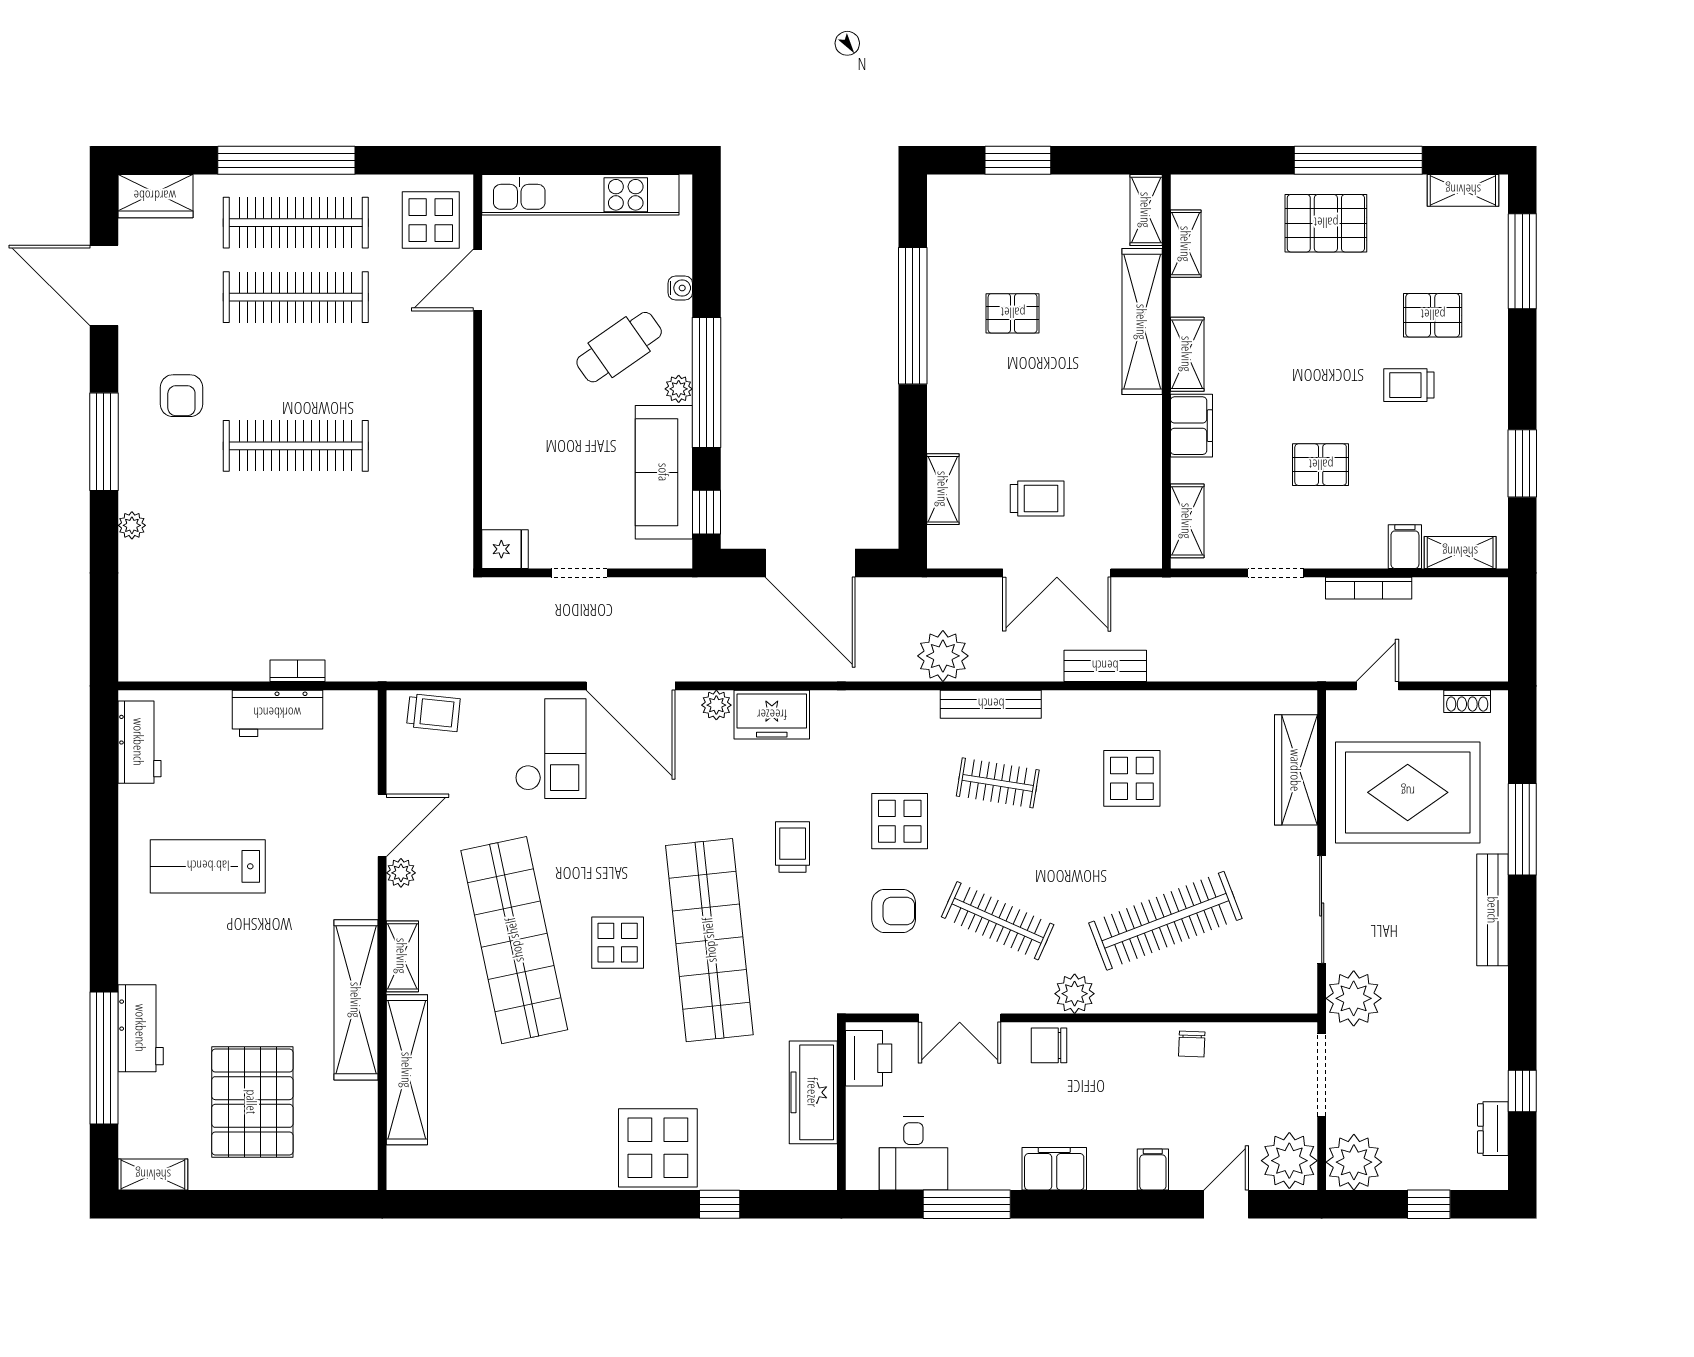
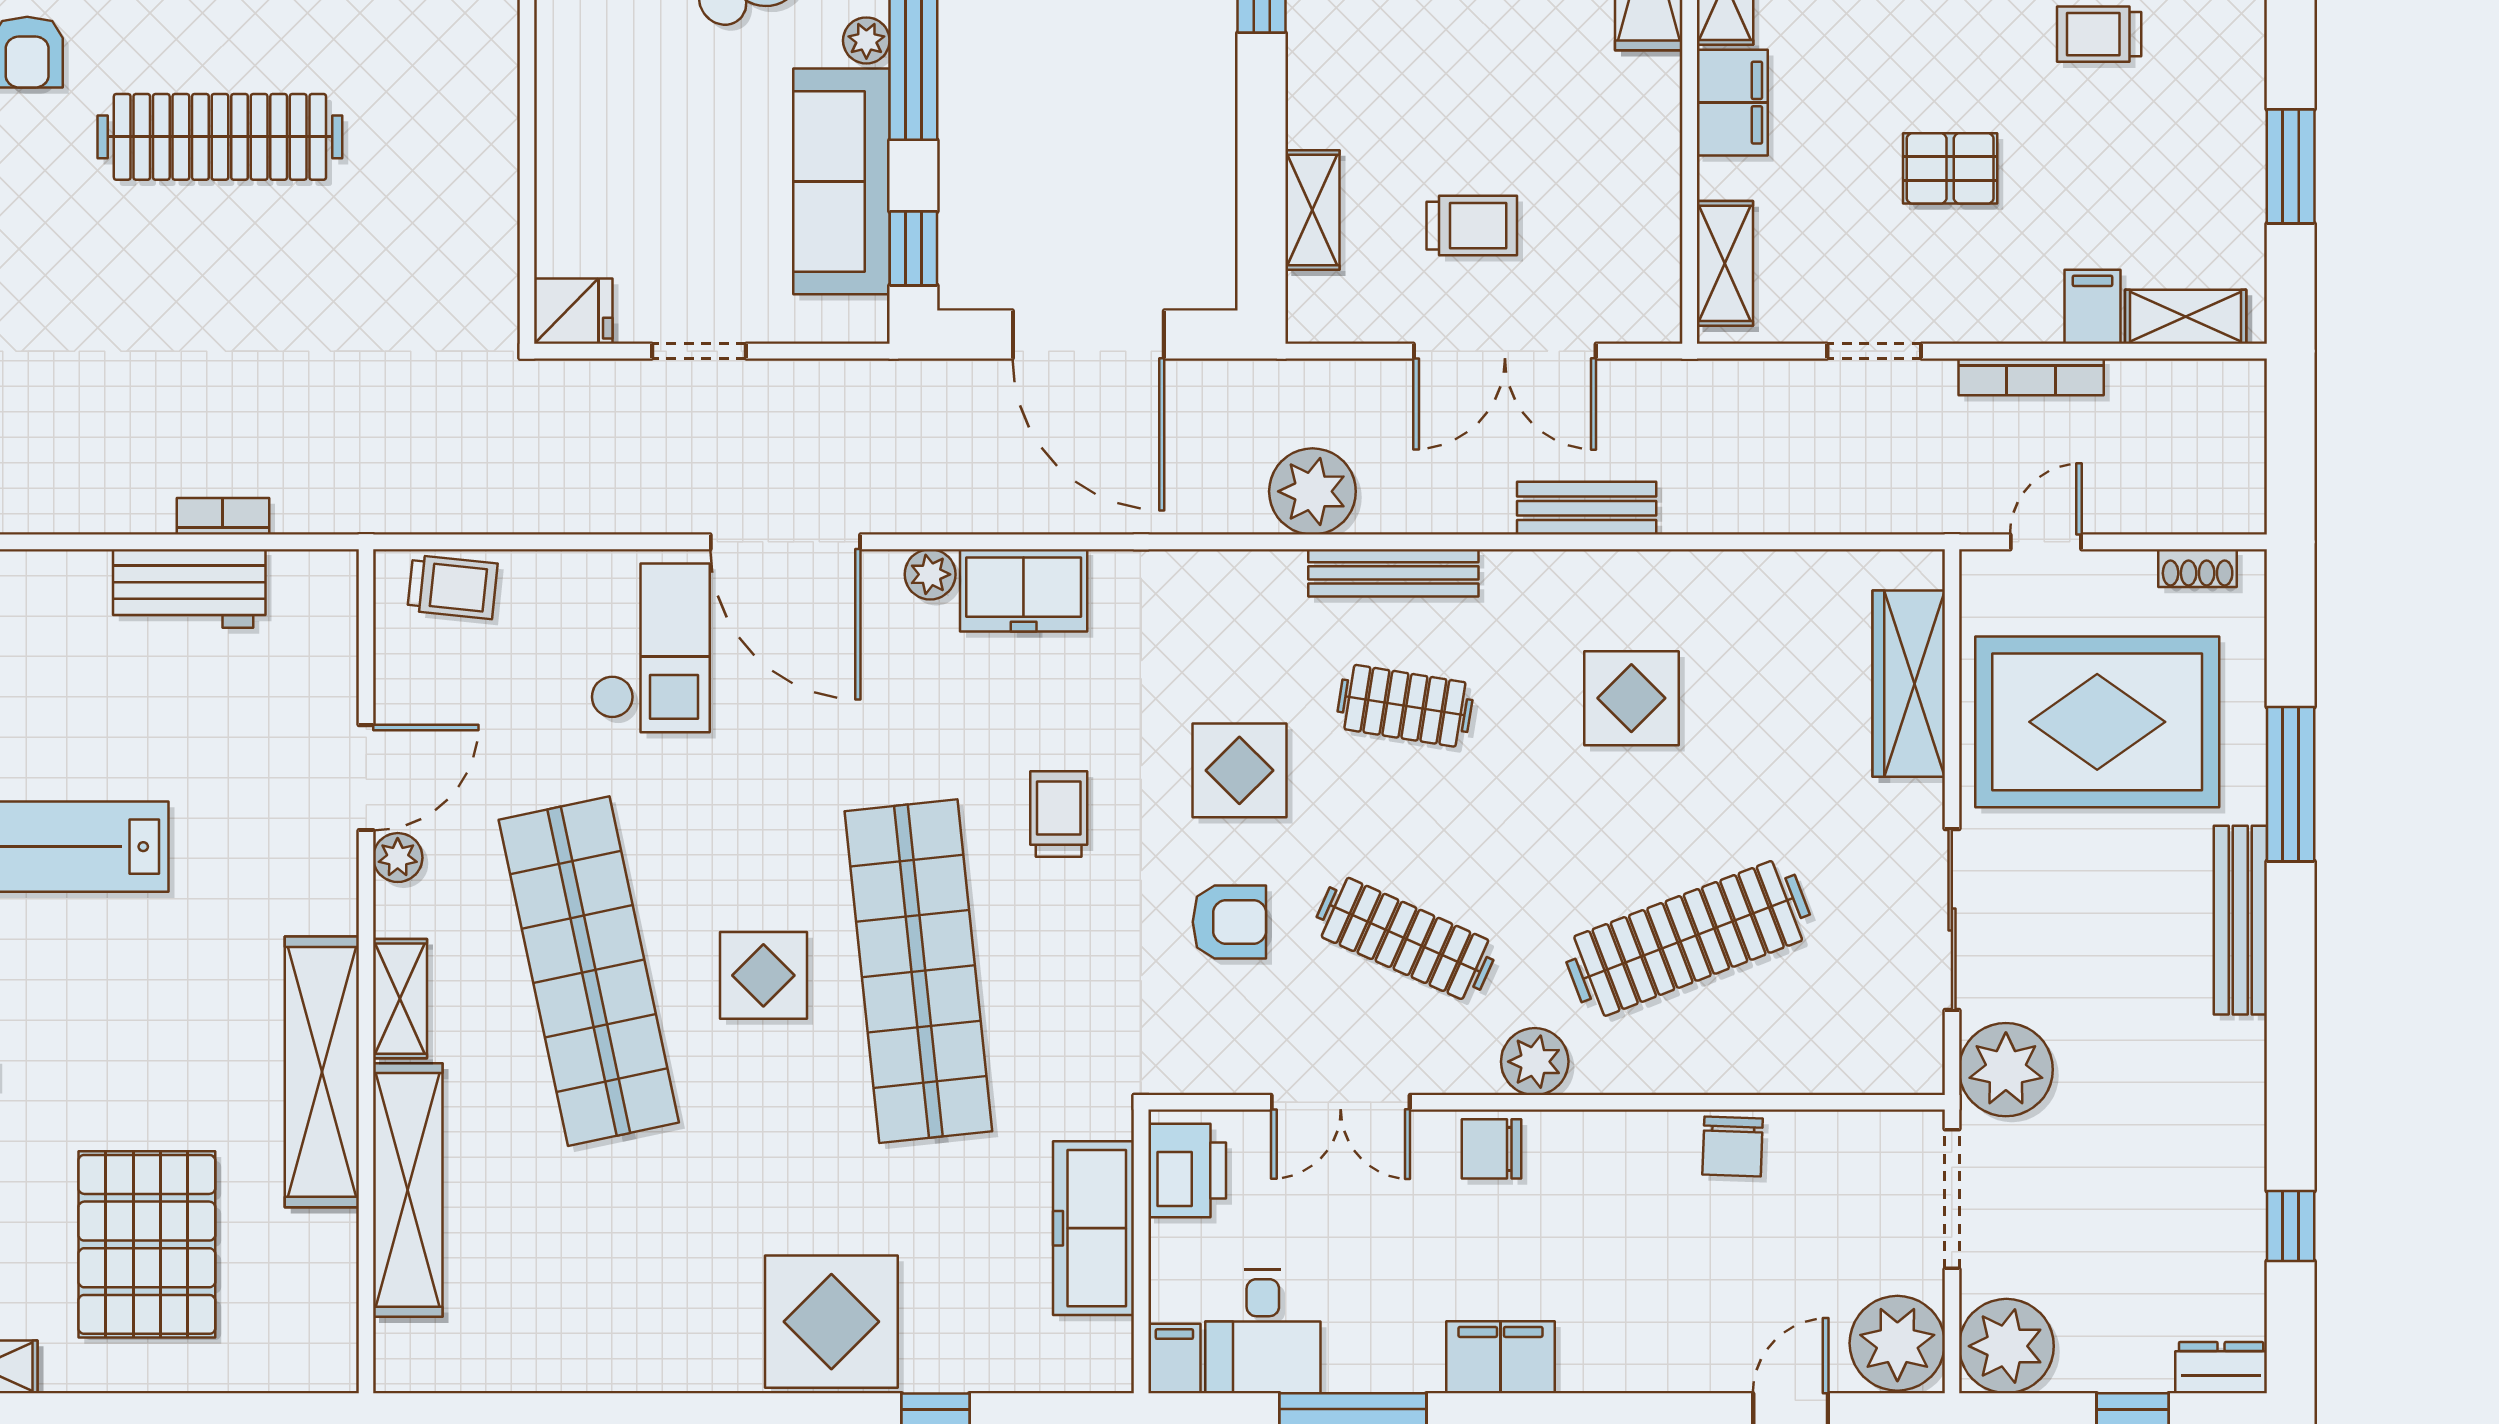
chair: (1192, 1044) -> (1733, 1147), width x1.37, depth x1.37
dresser: (1493, 1129) -> (2221, 1368), moved, turned 90
filing cabinet: (1153, 1170) -> (1174, 1358), moved

